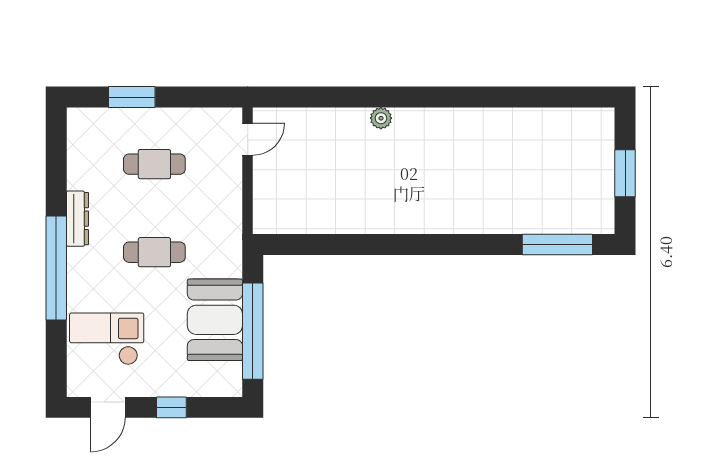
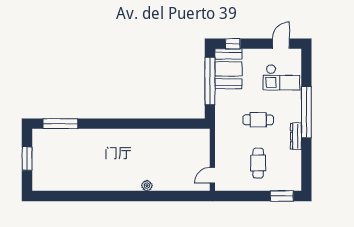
window: (132, 97) -> (282, 196), moved
cafe table: (154, 164) -> (258, 163), turned 90
booth: (215, 320) -> (228, 69), moved
window: (171, 407) -> (233, 44), moved

